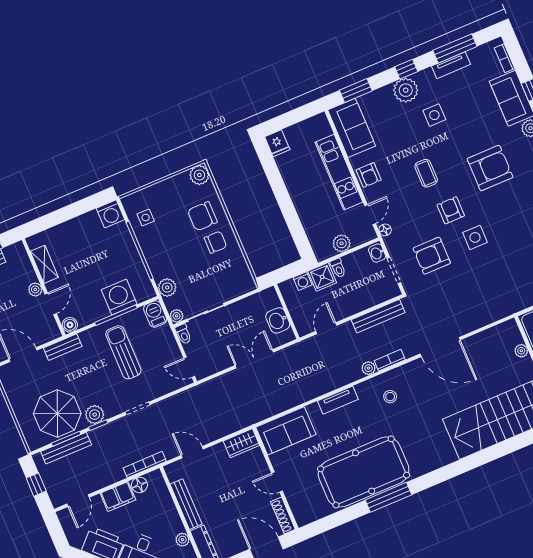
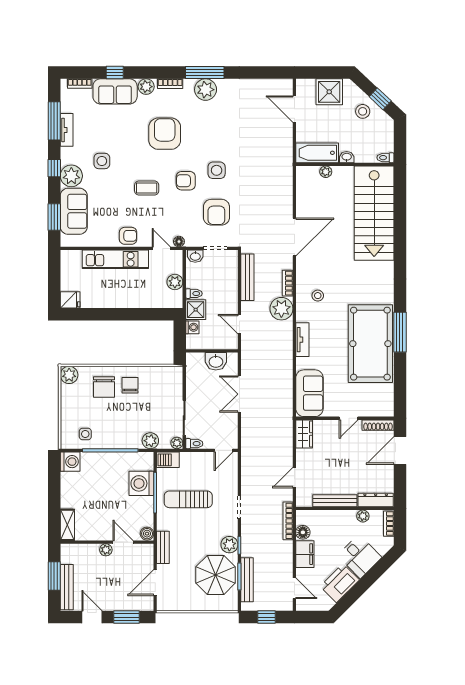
sofa: (352, 128) -> (74, 211), moved, turned 90
shelving: (44, 264) -> (67, 525), moved, turned 90
plant: (368, 368) -> (281, 309), width x1.88, depth x1.88

